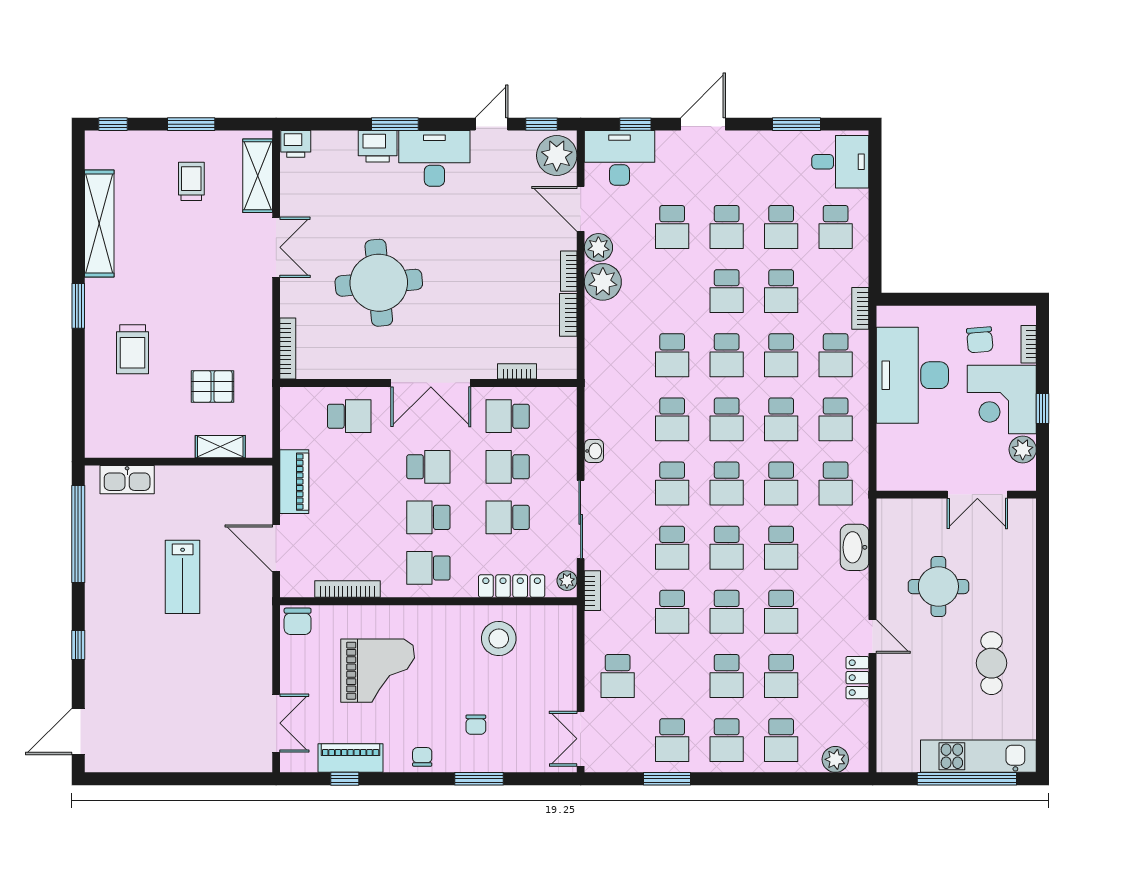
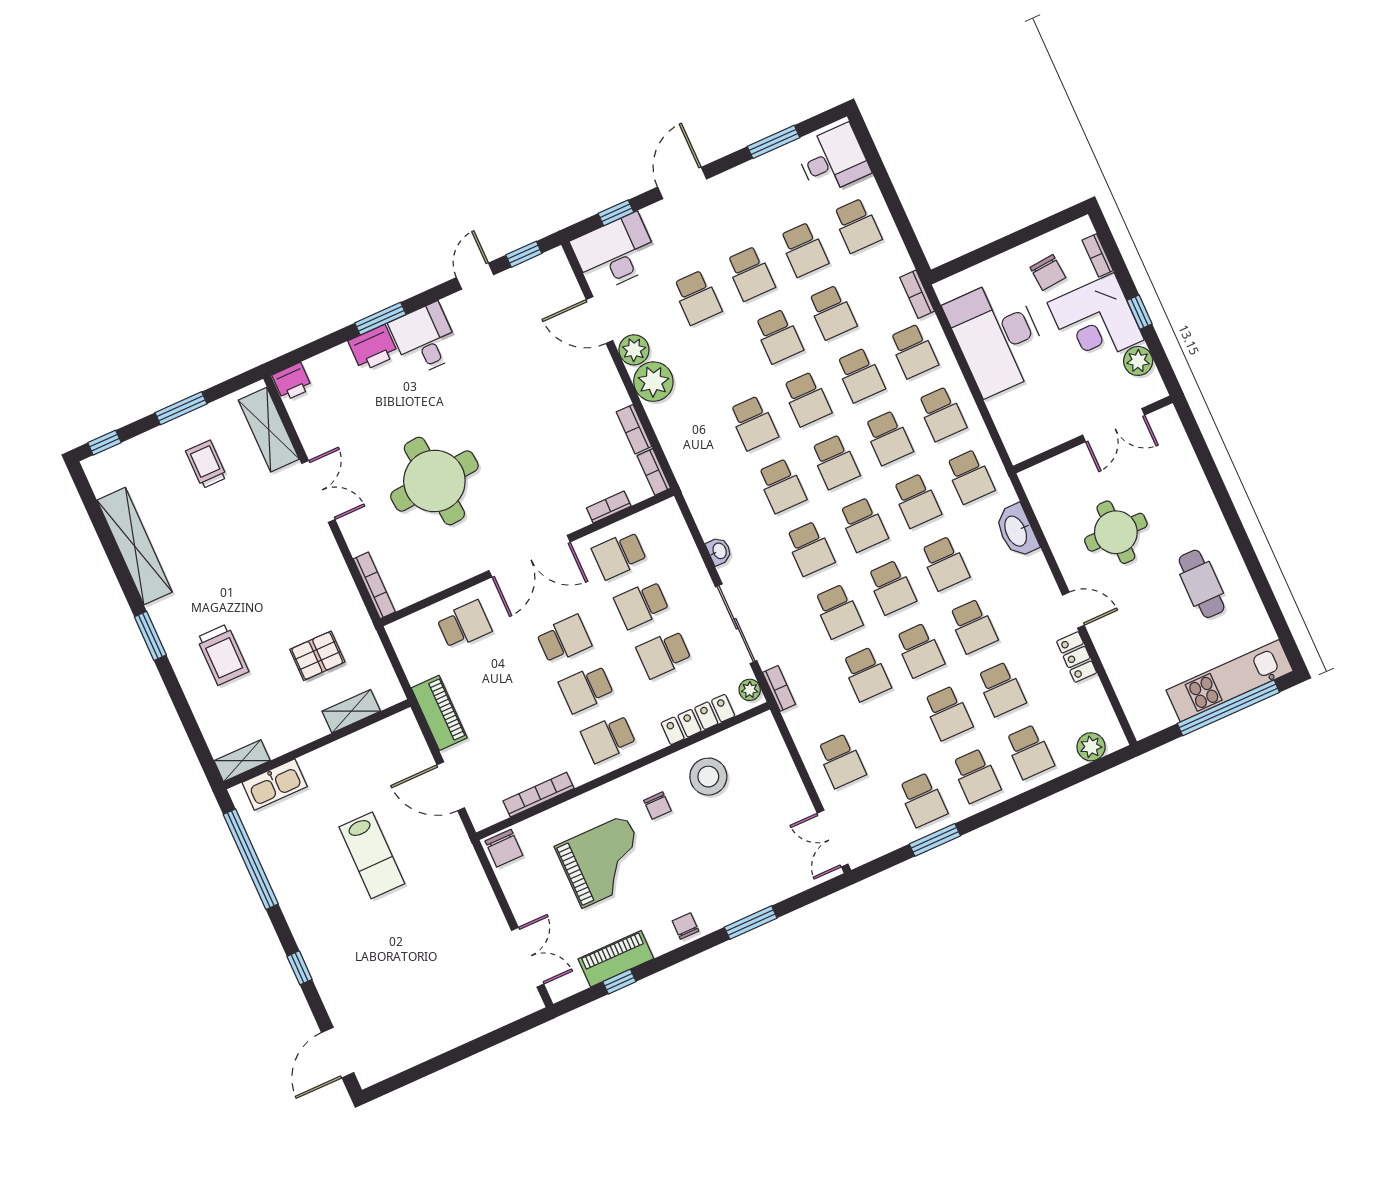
plant: (557, 155) -> (553, 278), removed
desk: (434, 158) -> (425, 339), width x0.73
bookcase: (569, 271) -> (654, 472), moved
shelving: (109, 447) -> (242, 761), added
chair: (476, 725) -> (657, 806), moved

